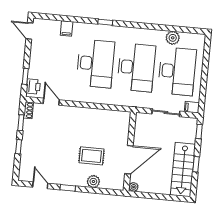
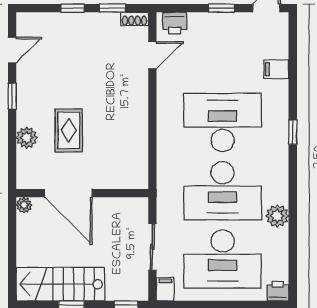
plant: (173, 38) -> (277, 216), moved
printer: (199, 40) -> (278, 291), added
desk: (95, 64) -> (223, 122), turned 180
window: (25, 76) -> (221, 8), moved

